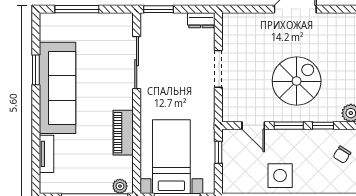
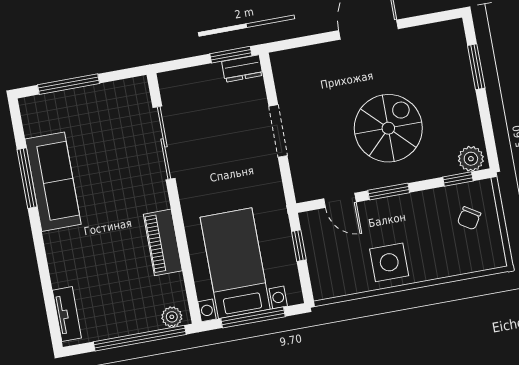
window: (158, 9) -> (231, 55), moved
window: (36, 70) -> (27, 178), width x1.44
sofa: (57, 88) -> (53, 182), width x0.74, depth x0.79
window: (323, 126) -> (458, 179), moved
tv unit: (46, 154) -> (67, 314), moved

